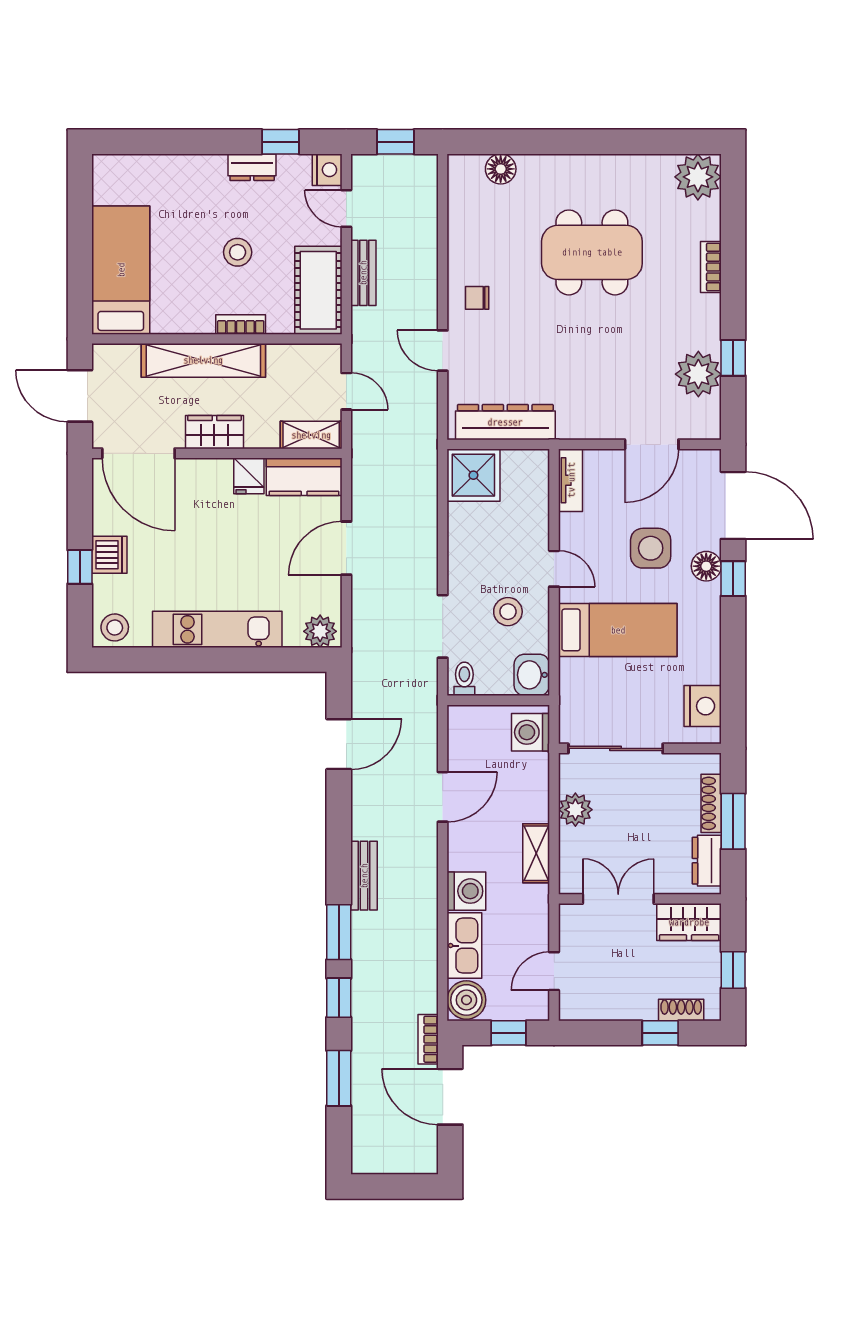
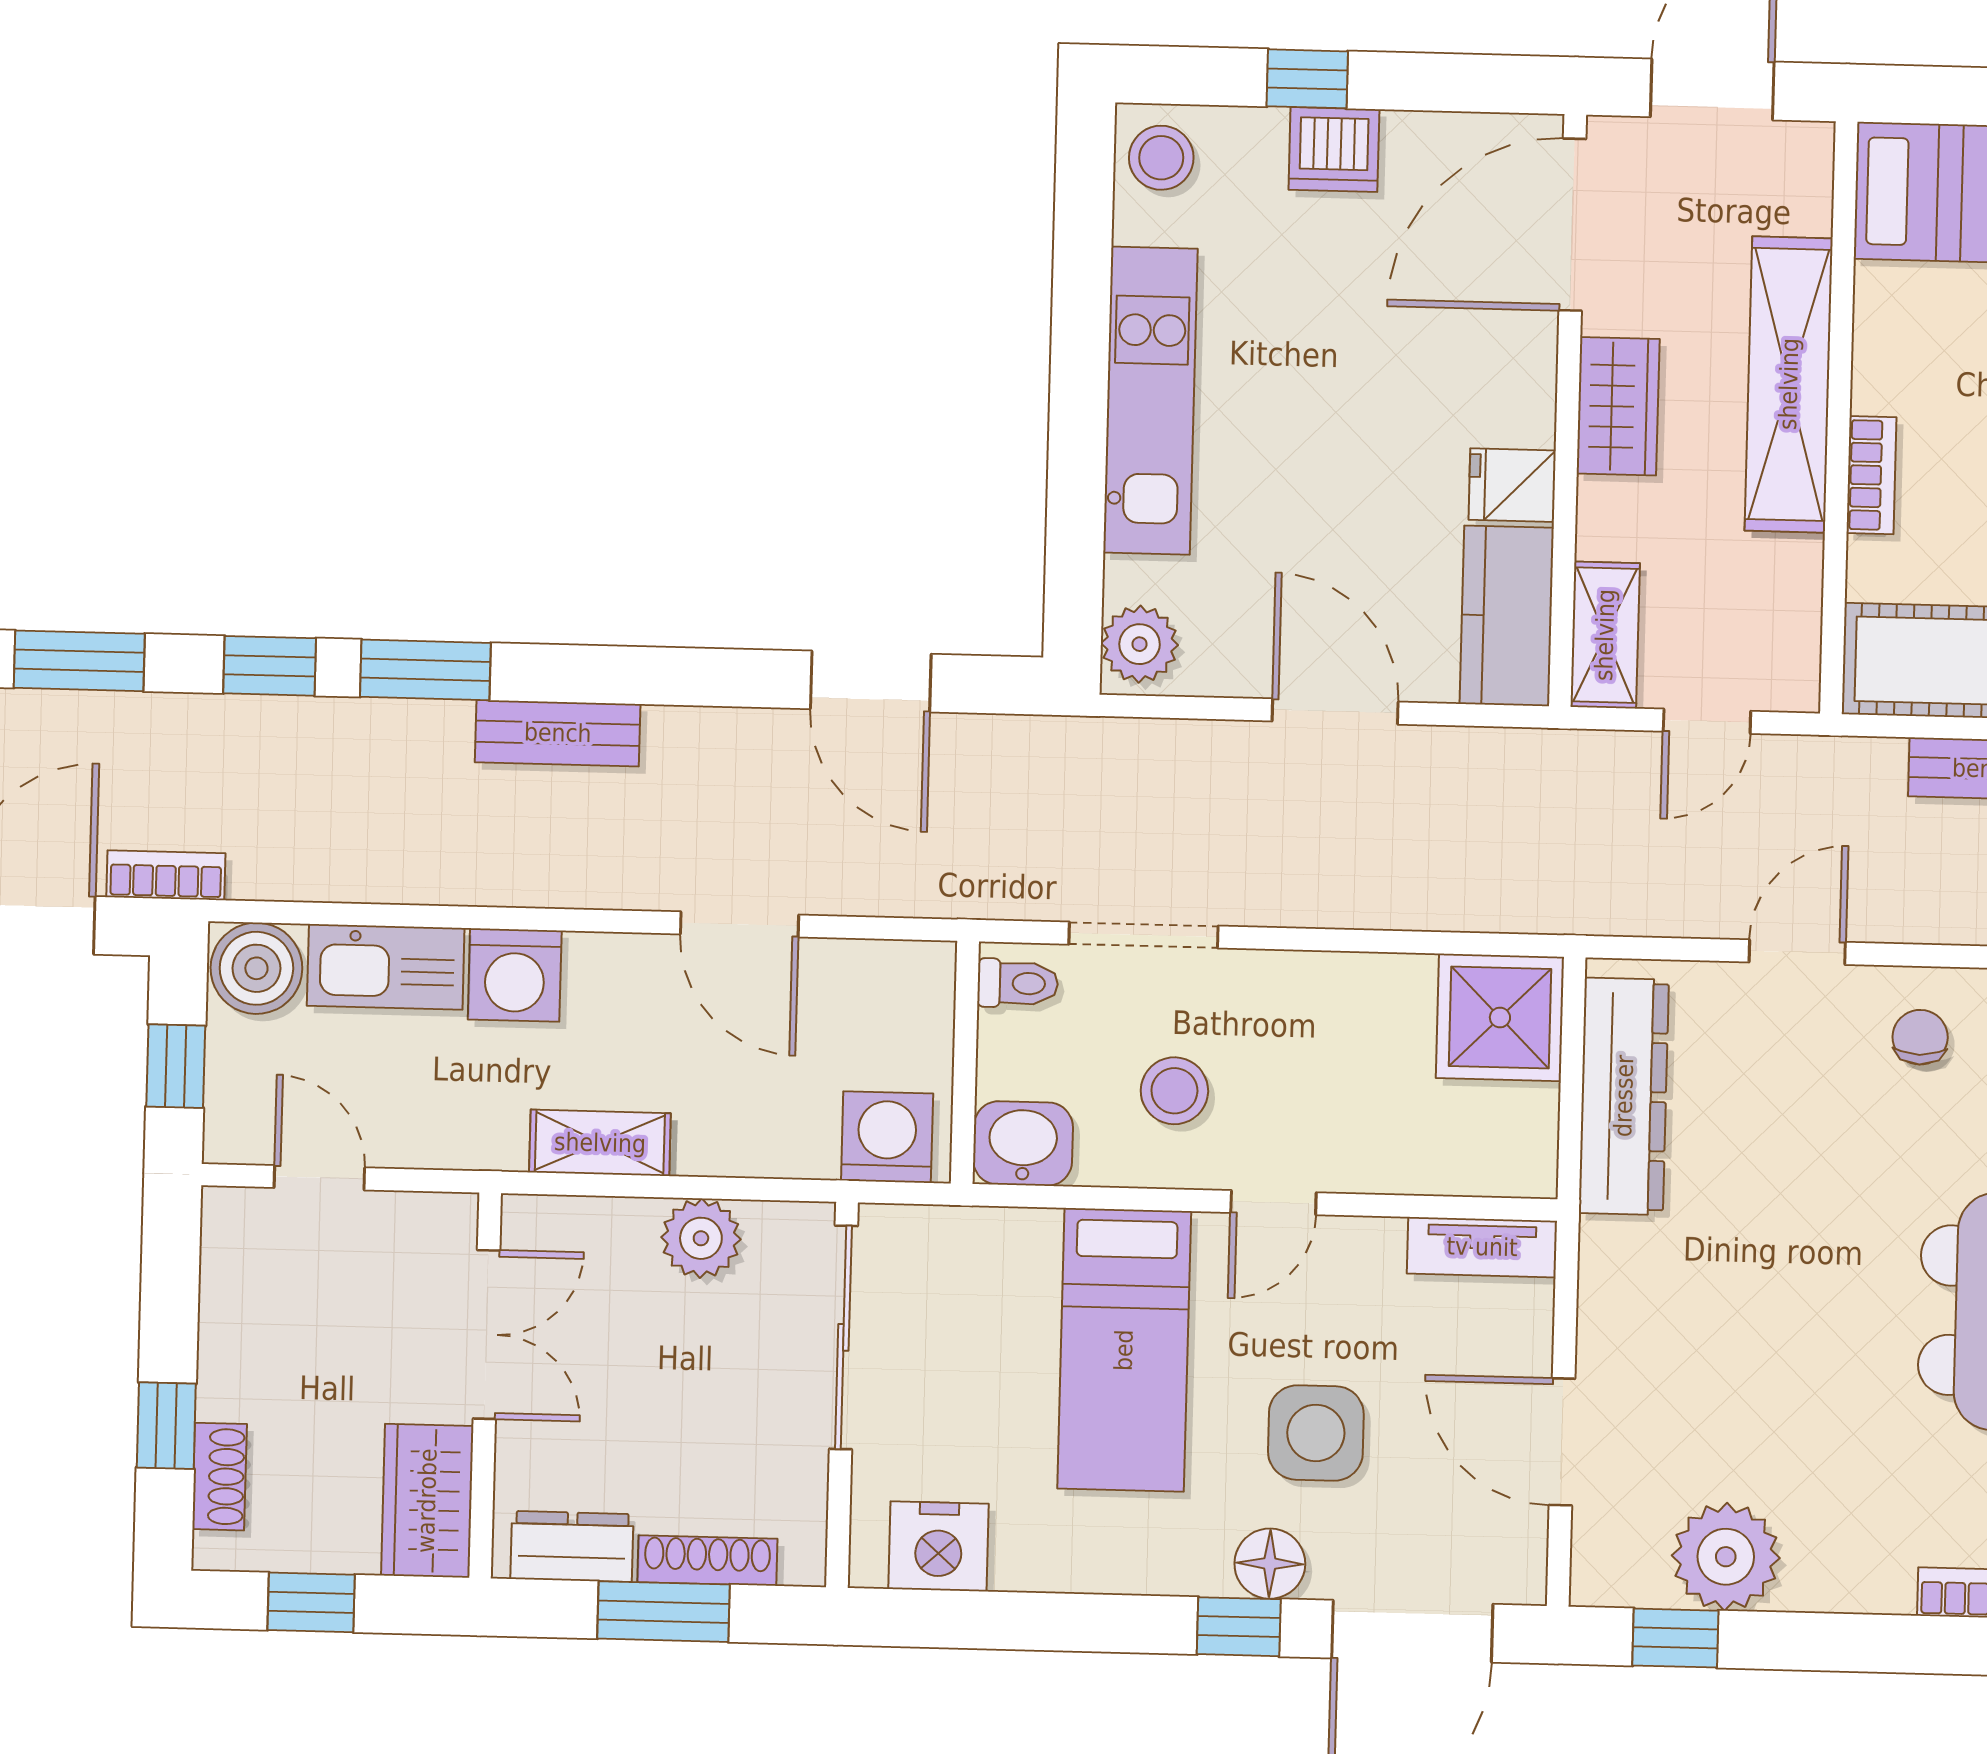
window: (733, 358) -> (1675, 1638), moved

